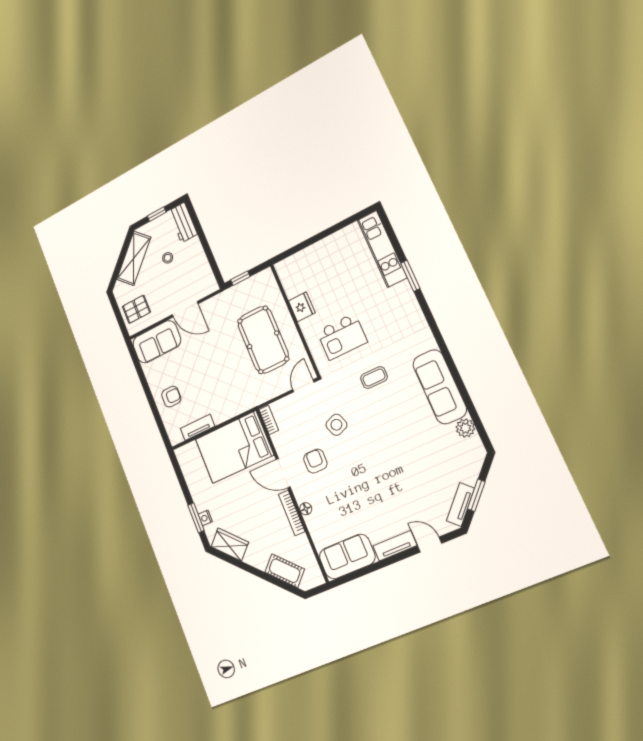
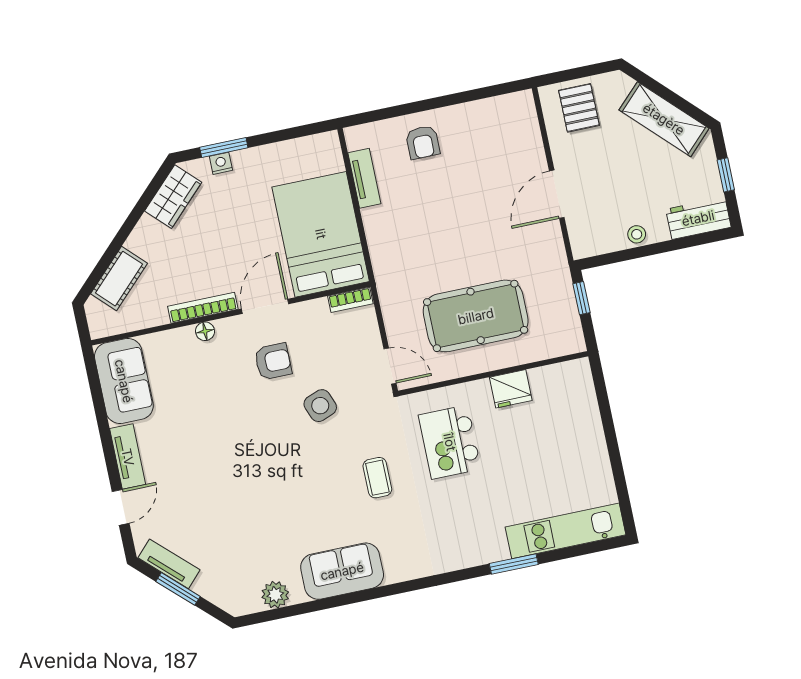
stool: (168, 258) -> (637, 234), moved
sofa: (157, 342) -> (517, 134), removed
sofa: (440, 387) -> (342, 571), width x0.73

